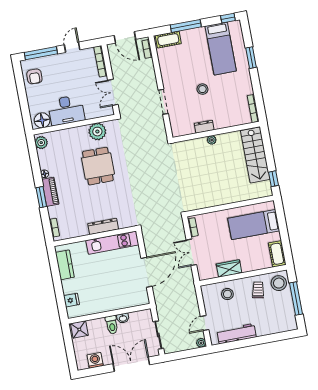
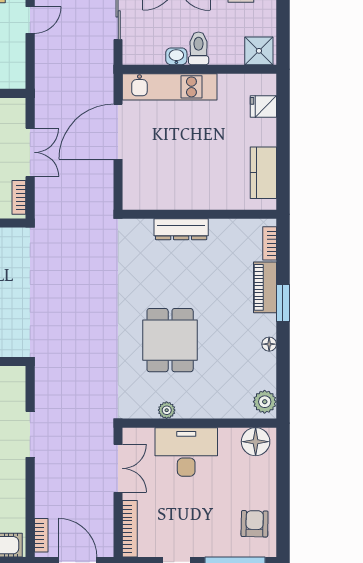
desk: (66, 110) -> (186, 452), moved
plant: (97, 132) -> (167, 410), width x0.53, depth x0.53
piano: (50, 192) -> (265, 287), moved
kitchen unit: (112, 243) -> (170, 87), moved, turned 180

